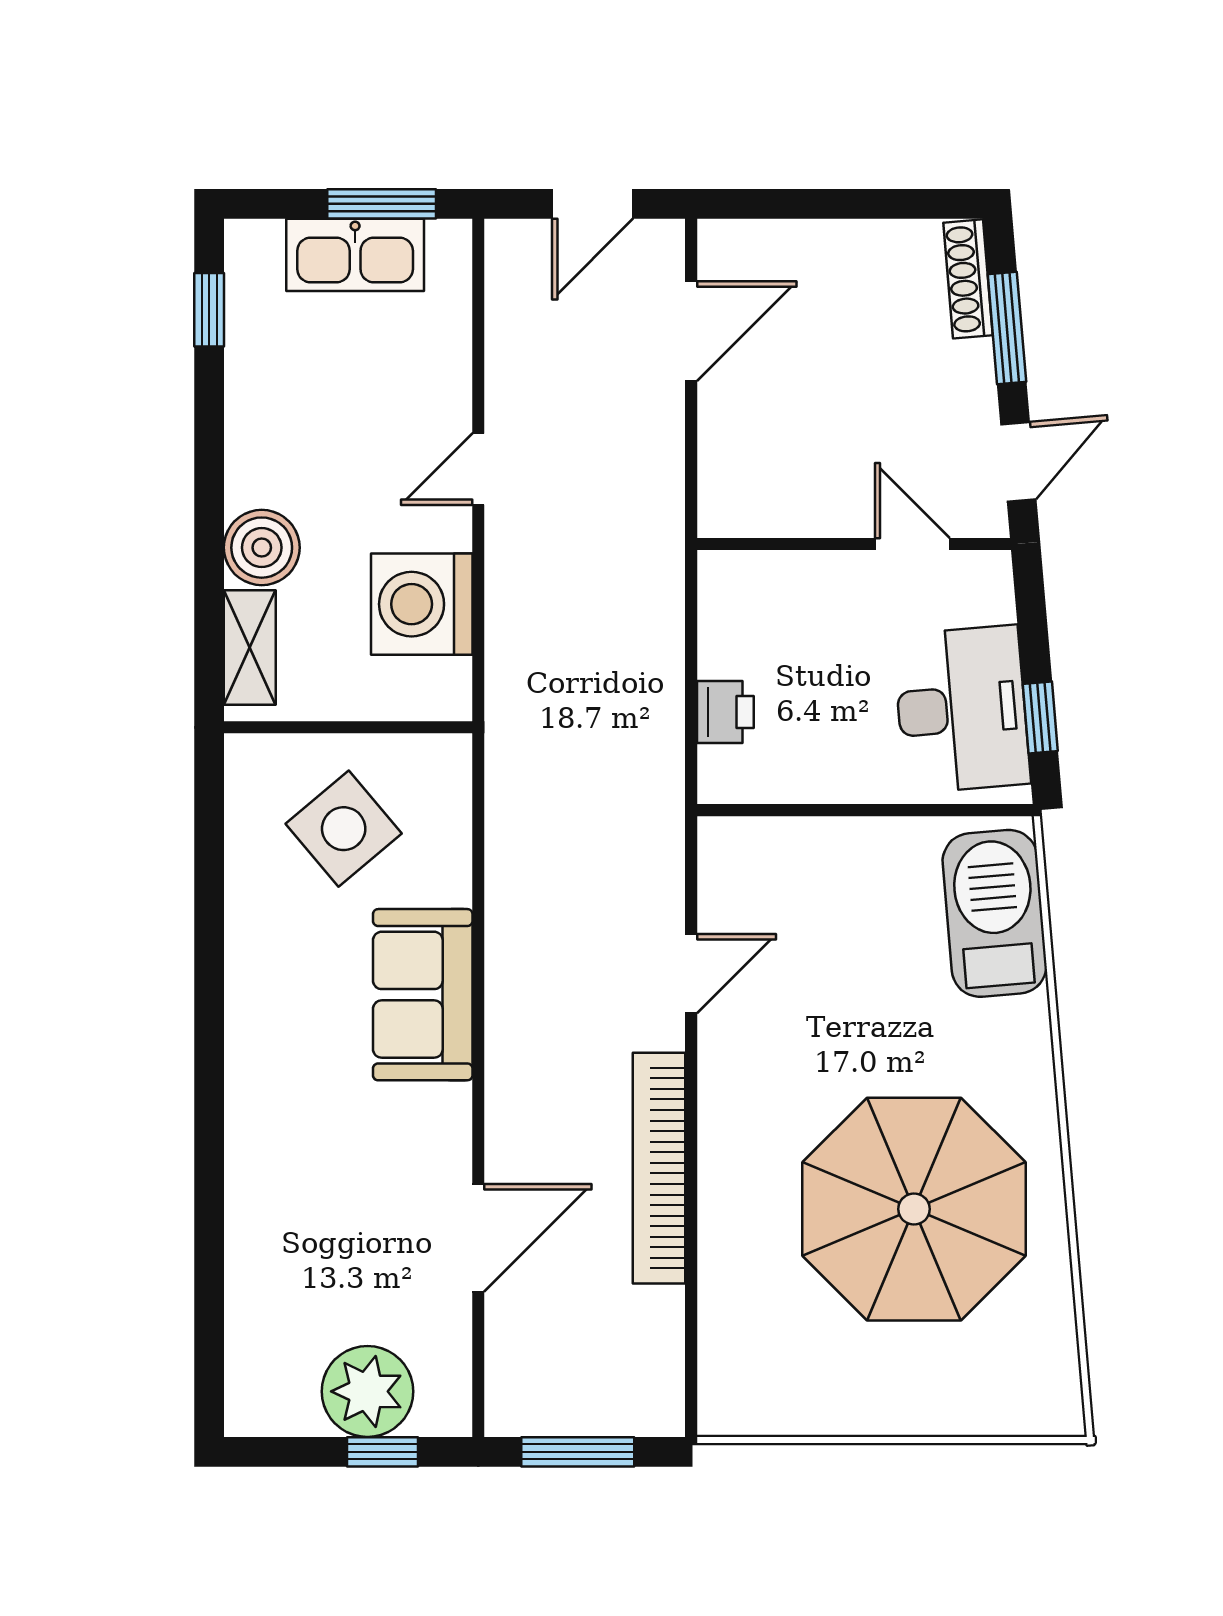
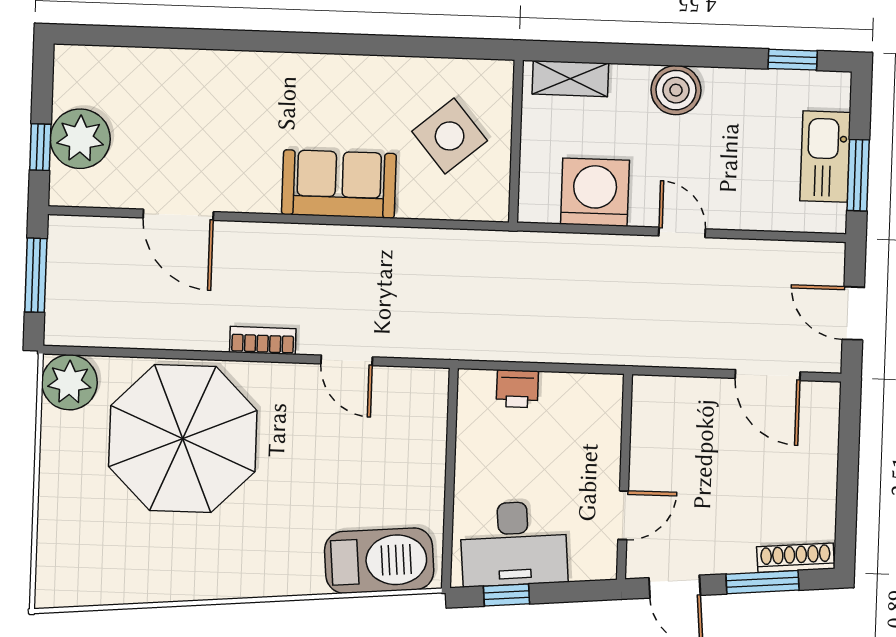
boiler: (262, 548) -> (676, 90), moved
bookcase: (659, 1168) -> (263, 340), width x0.43, depth x0.76
parasol: (914, 1209) -> (183, 439), moved
plant: (739, 1395) -> (69, 382), added

